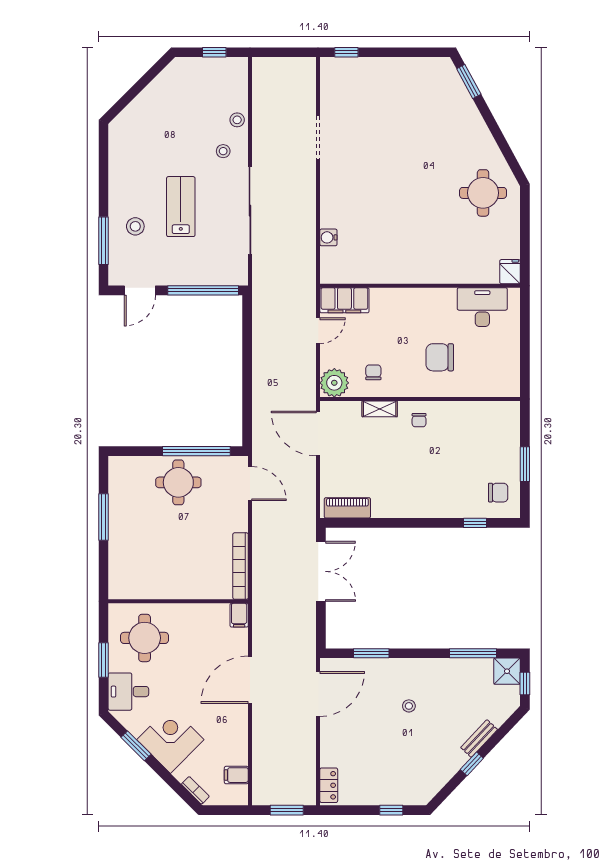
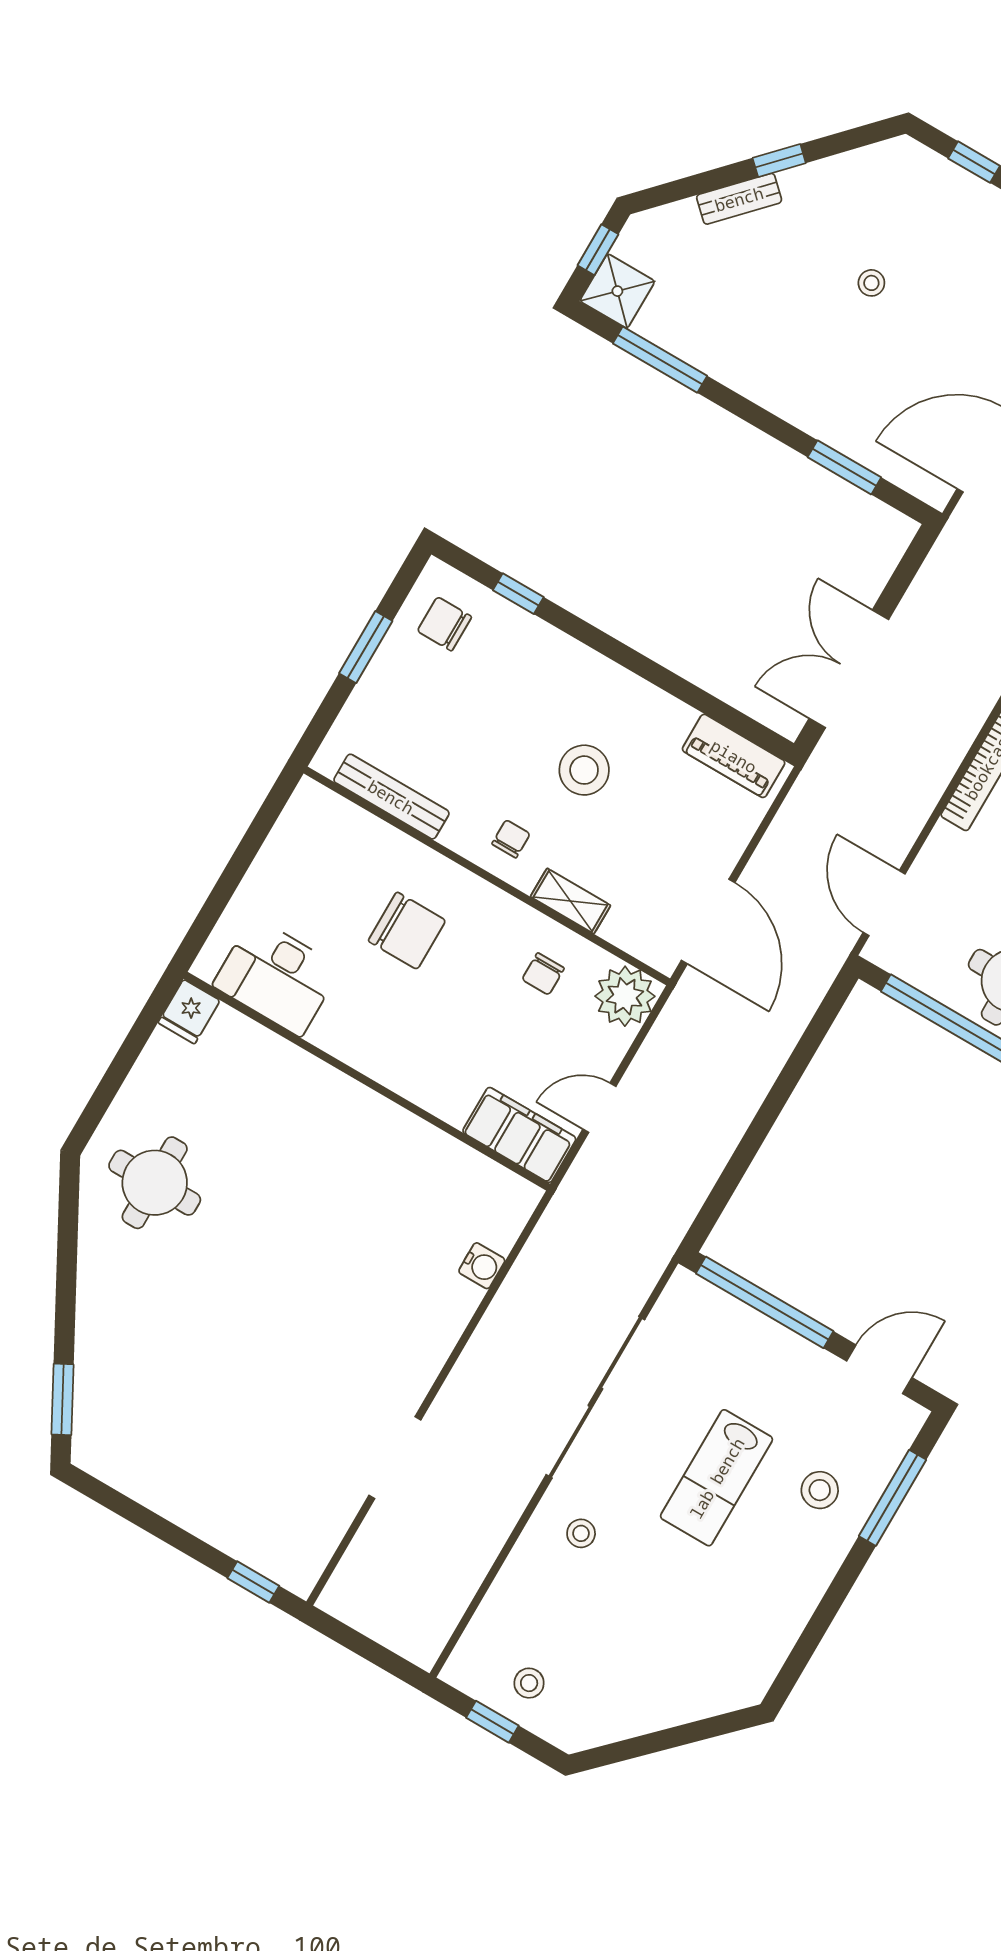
stool: (237, 120) -> (529, 1683), moved
bench: (478, 409) -> (391, 797), added
stool: (406, 466) -> (584, 770), added
stool: (409, 706) -> (871, 283), moved

